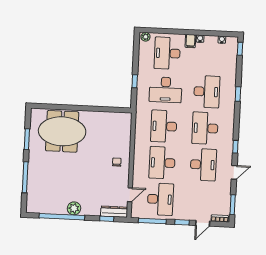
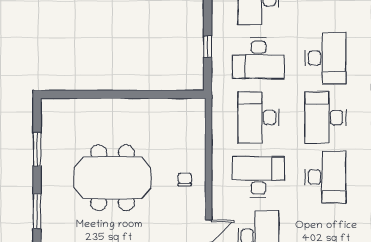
meeting table: (62, 131) -> (112, 178), moved
desk: (162, 163) -> (258, 177), turned 90
window: (25, 177) -> (37, 211), width x0.69

